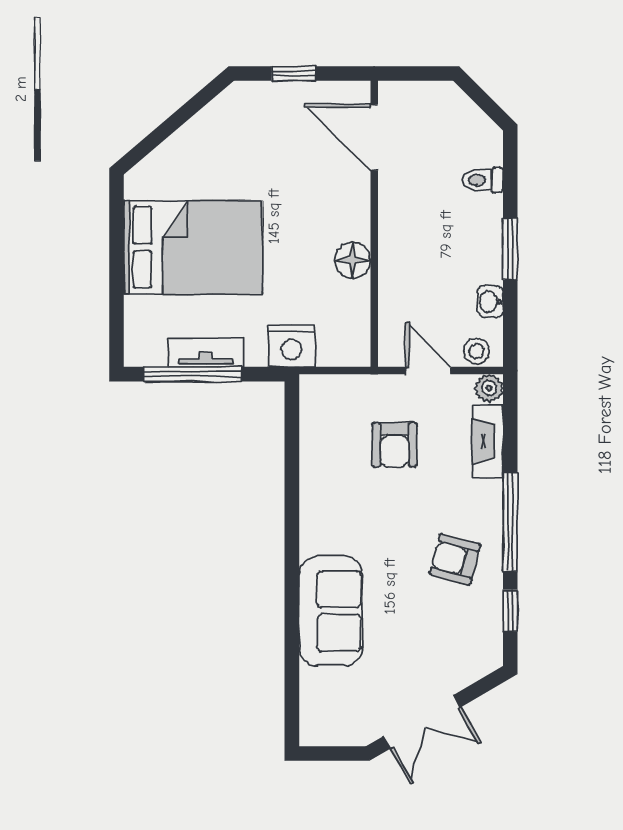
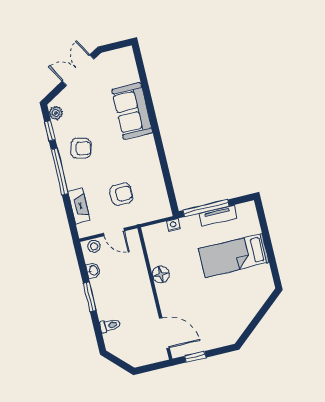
window: (294, 73) -> (195, 357), moved
bed: (193, 247) -> (234, 255), width x0.67
nightstand: (291, 346) -> (173, 225), width x0.53, depth x0.56
window: (193, 374) -> (206, 208), moved
plant: (489, 388) -> (56, 113), moved
armchair: (394, 445) -> (121, 194), turned 90

